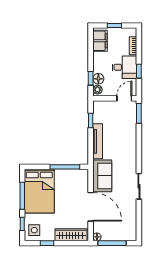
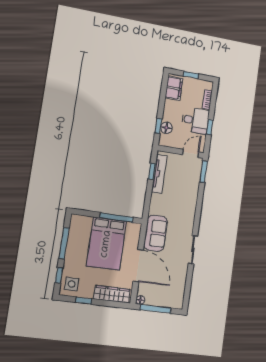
plant: (97, 90) -> (164, 139), removed
tv unit: (98, 141) -> (159, 174), moved
bed: (39, 191) -> (106, 244), moved

